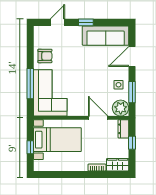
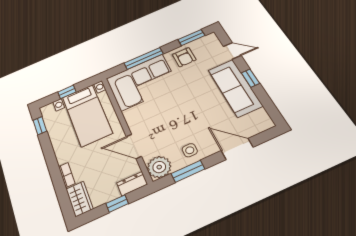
sofa: (106, 36) -> (235, 88), moved
window: (30, 43) -> (191, 38), added
door: (98, 118) -> (134, 146), swing flipped
window: (49, 174) -> (40, 126), added

